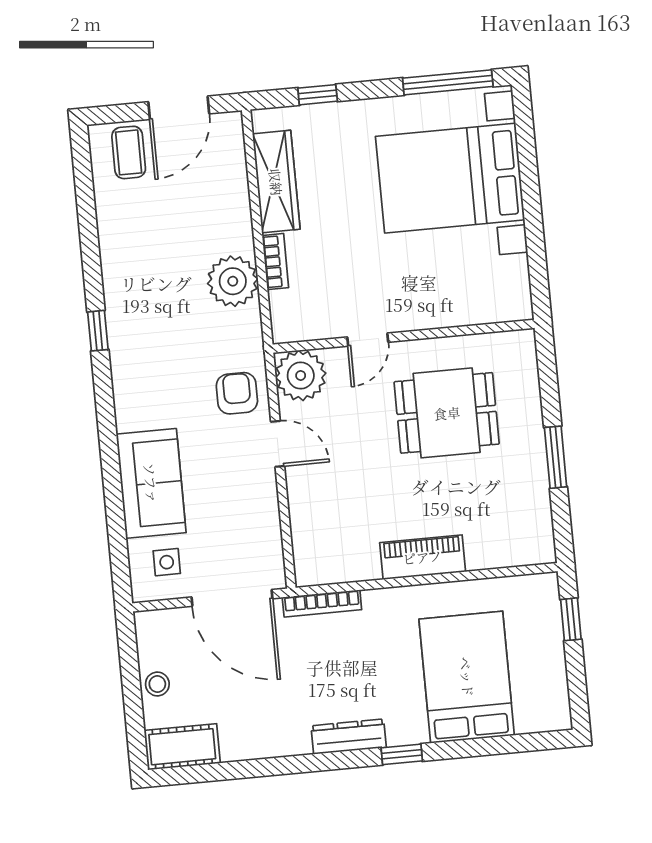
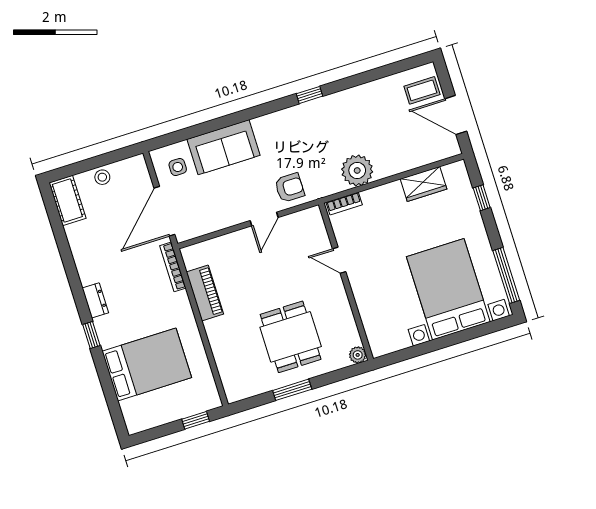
wardrobe: (276, 182) -> (423, 184), width x0.67
bookcase: (275, 262) -> (344, 204), moved
plant: (301, 376) -> (358, 355), moved, width x0.53, depth x0.53
dining table: (447, 413) -> (291, 337), moved
piano: (423, 557) -> (205, 293), moved
dresser: (349, 737) -> (95, 300), width x0.70

